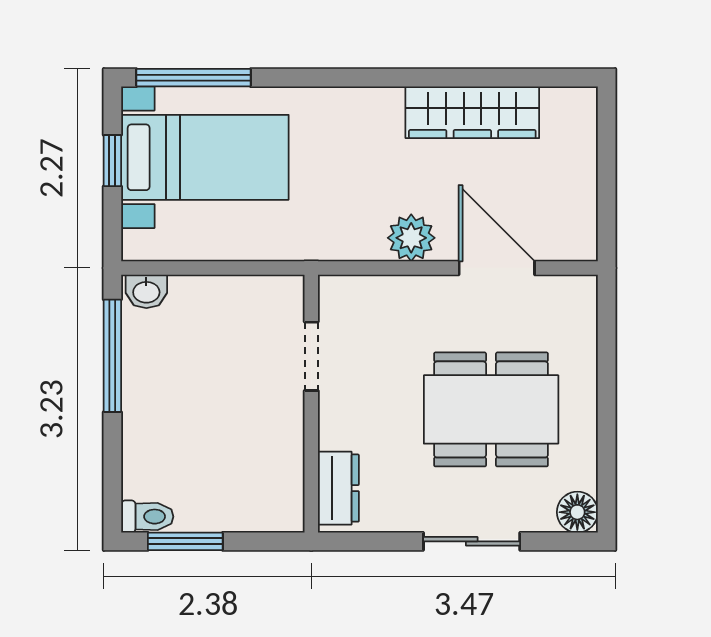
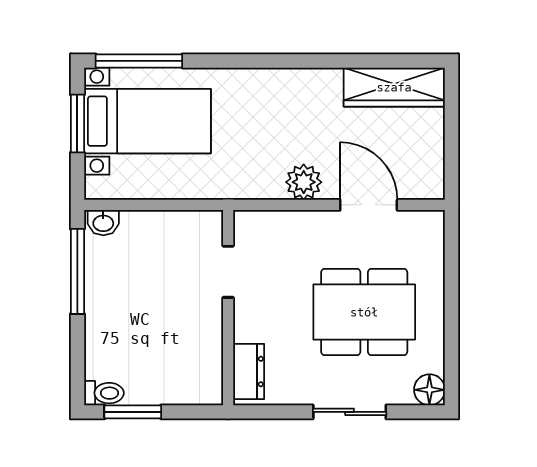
wardrobe: (472, 112) -> (394, 87), moved
window: (112, 161) -> (77, 124), width x1.50

